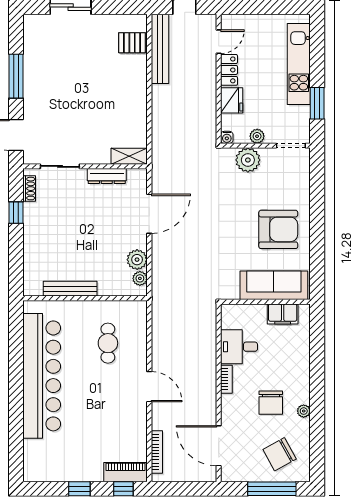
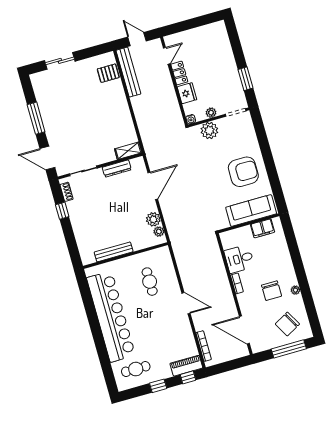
kitchen unit: (299, 64) -> (225, 56), removed
cafe table: (55, 457) -> (136, 369), added

